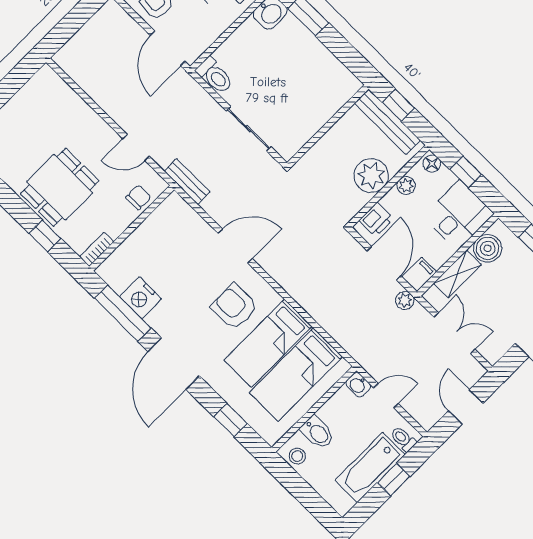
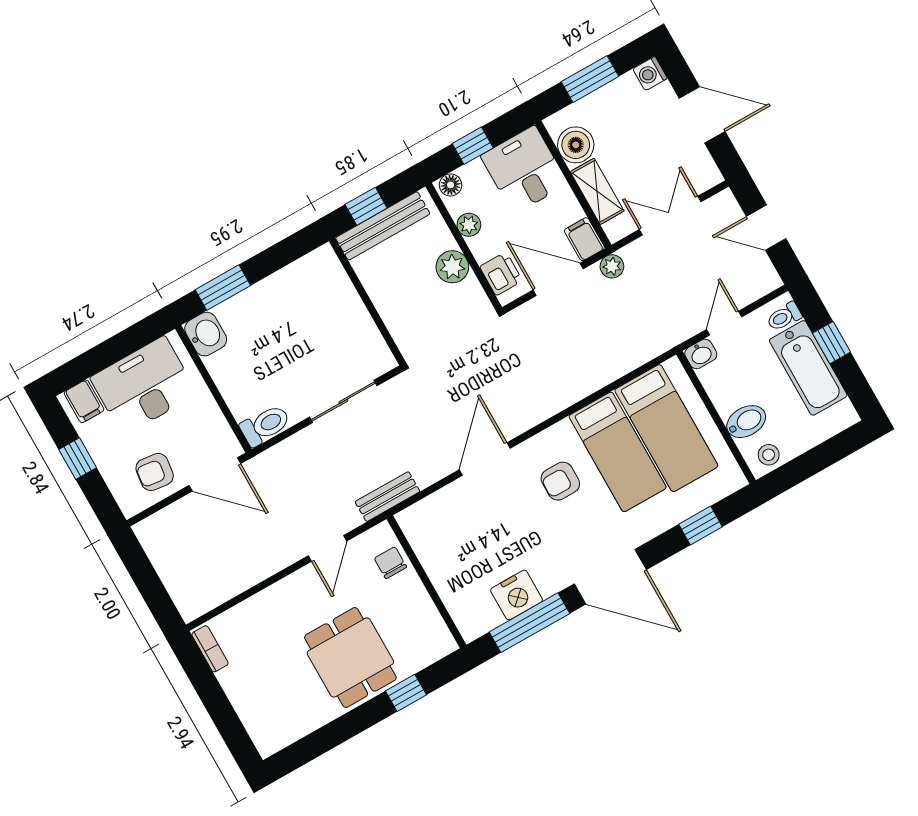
plant: (371, 176) -> (452, 267), width x0.73, depth x0.73
bookcase: (97, 249) -> (210, 649), moved, turned 180
armchair: (234, 307) -> (560, 481), width x0.72, depth x0.72

